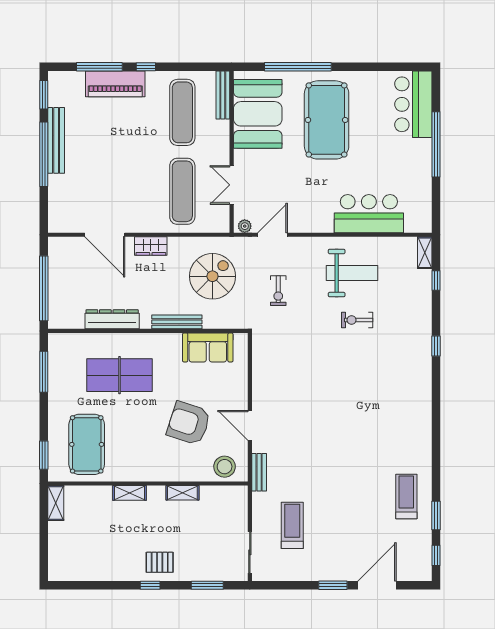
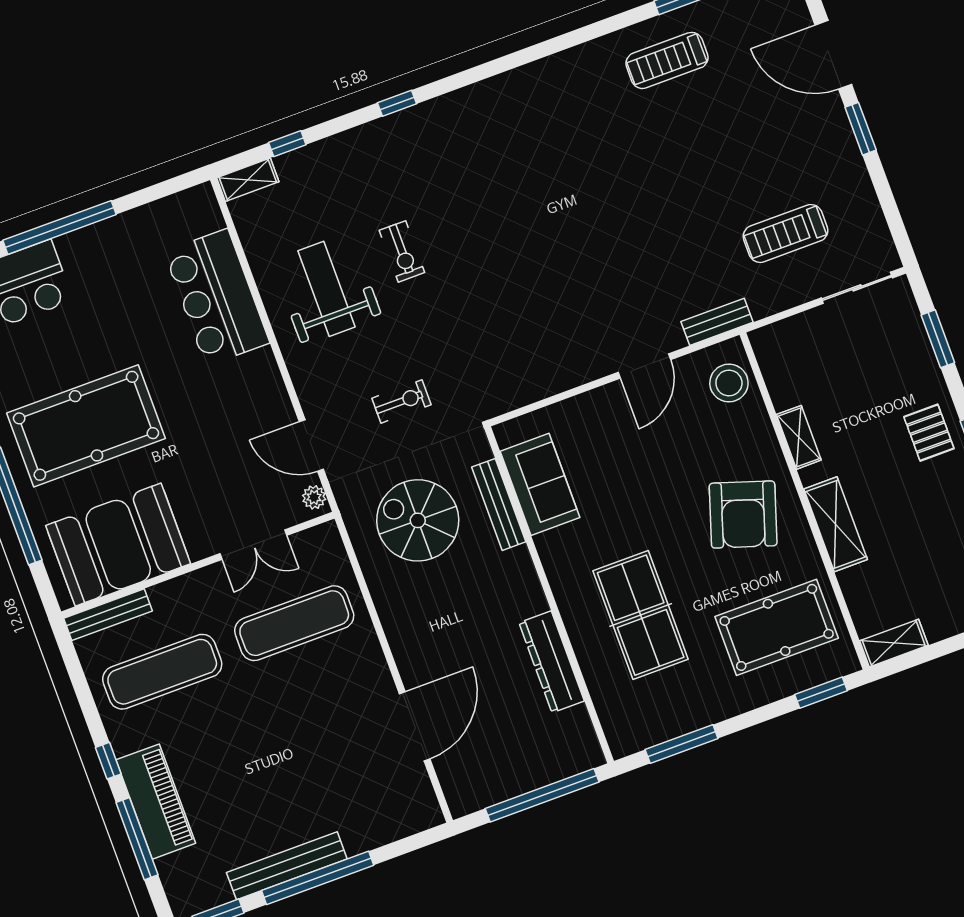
wardrobe: (151, 246) -> (405, 642), removed
bench: (177, 322) -> (499, 504), moved
armchair: (189, 423) -> (743, 514), moved
shelving: (129, 493) -> (836, 524), width x1.50, depth x1.33

